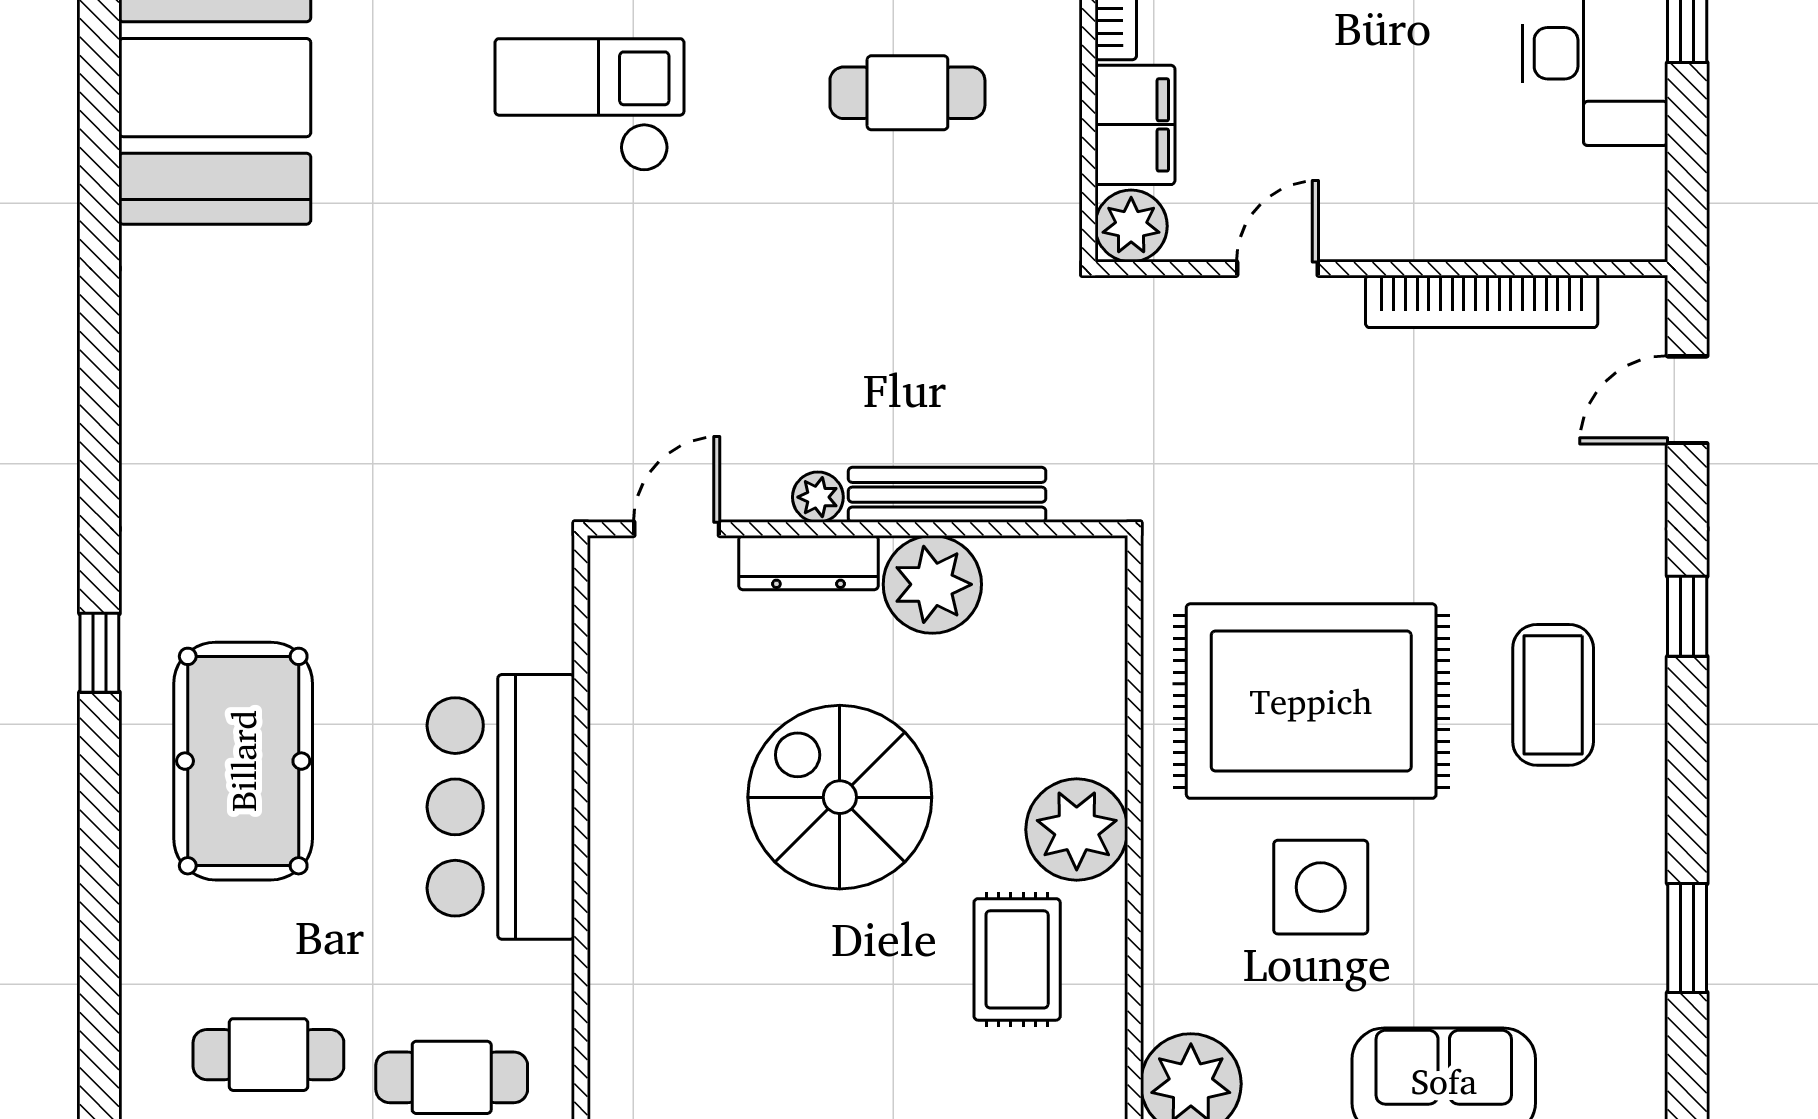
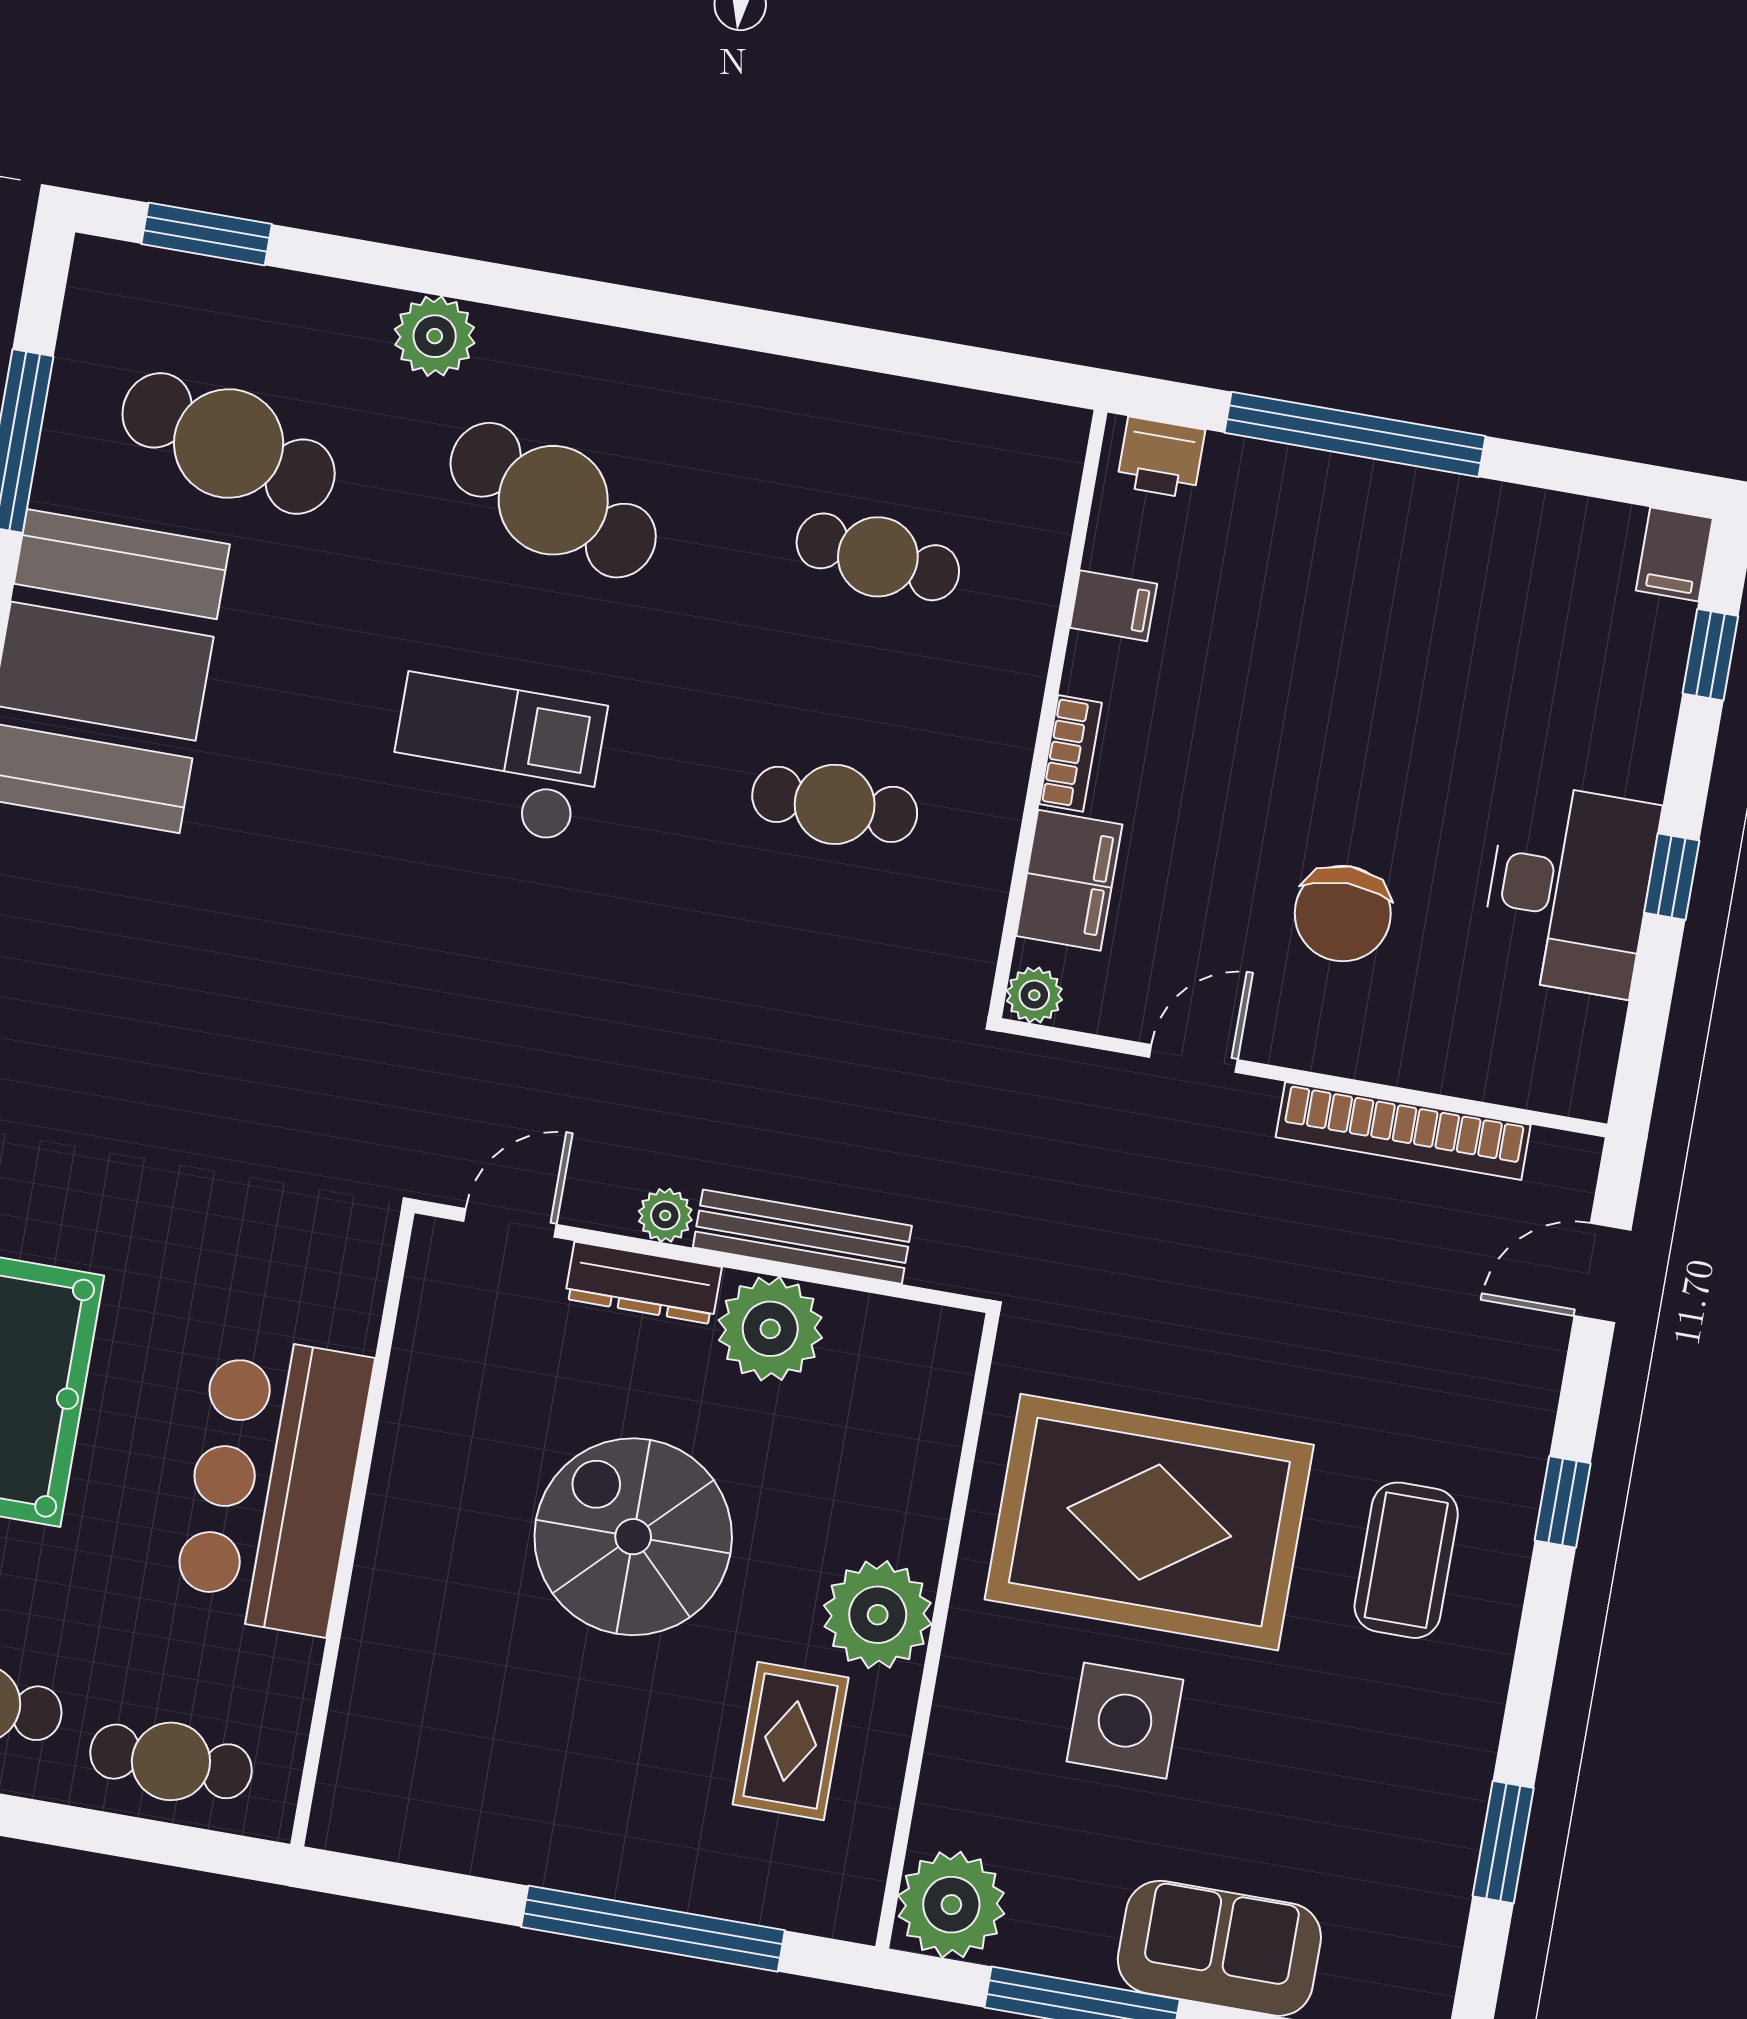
chair: (1391, 112) -> (1343, 913), added
plant: (1131, 226) -> (1034, 995), width x0.73, depth x0.73

